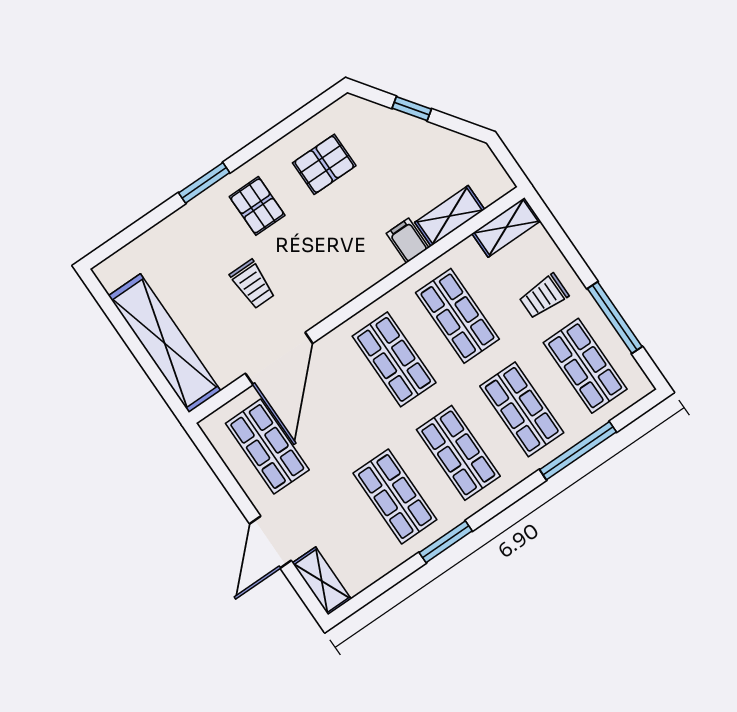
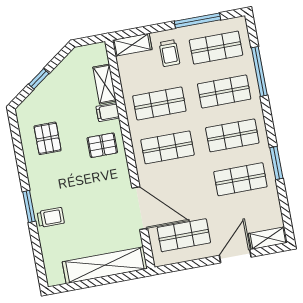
pallet: (257, 206) -> (102, 145), moved
shelving: (506, 227) -> (132, 45), moved, turned 90
trolley: (253, 284) -> (51, 217), moved
door: (270, 542) -> (235, 256), swing flipped

